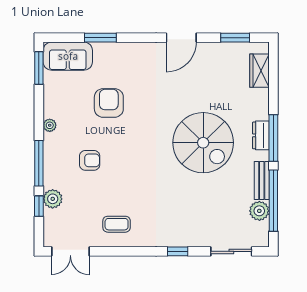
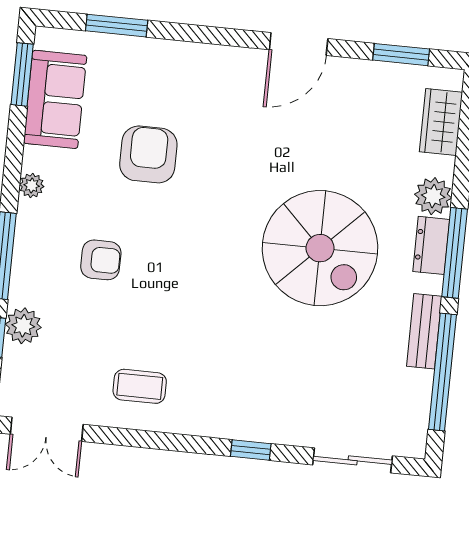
window: (100, 38) -> (117, 26), moved
sofa: (68, 56) -> (55, 99), moved, turned -90
plant: (259, 211) -> (433, 196), moved

